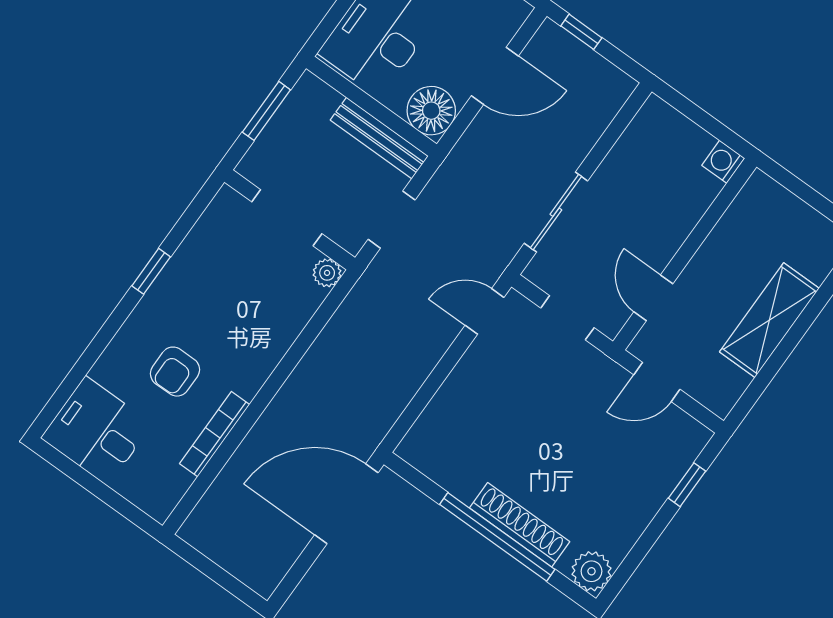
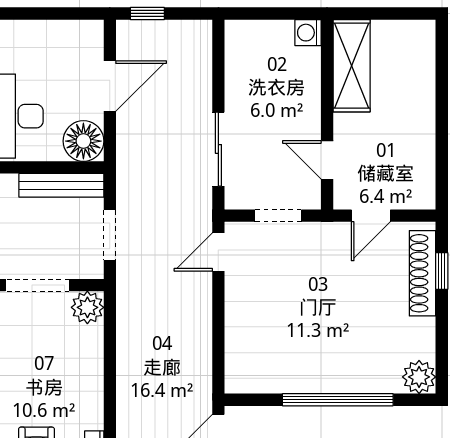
plant: (327, 273) -> (87, 307), width x1.38, depth x1.38
shelving: (769, 320) -> (352, 66), moved
shoe rack: (520, 525) -> (423, 273), moved, turned -90

